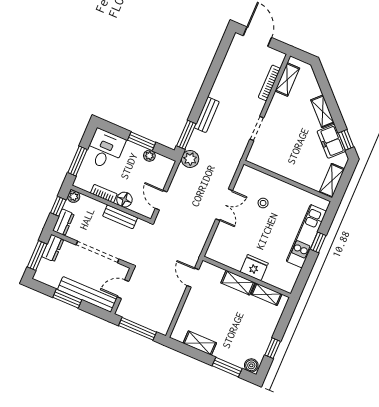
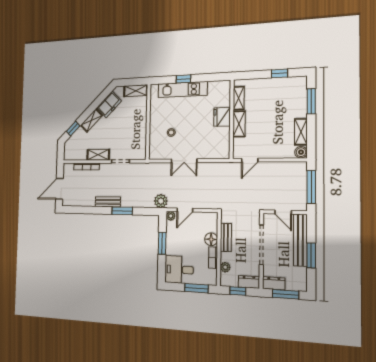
shelving: (287, 79) -> (98, 155), moved
bench: (207, 115) -> (108, 202), moved
window: (186, 135) -> (122, 211), moved
window: (346, 140) -> (73, 129), moved
plant: (149, 156) -> (171, 216), moved
plant: (74, 197) -> (225, 267), moved
door: (161, 200) -> (185, 210), moved
double door: (224, 205) -> (184, 161), swing flipped
boiler: (251, 365) -> (301, 152), moved

